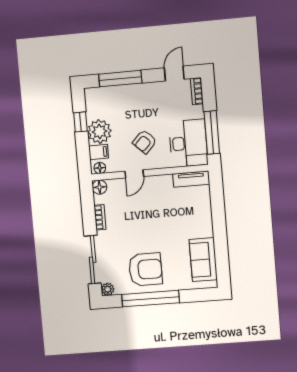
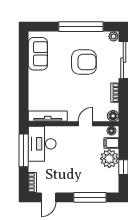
armchair: (145, 142) -> (75, 148), removed
tv unit: (191, 179) -> (48, 116), width x1.41
armchair: (146, 269) -> (84, 62), moved, turned 180

